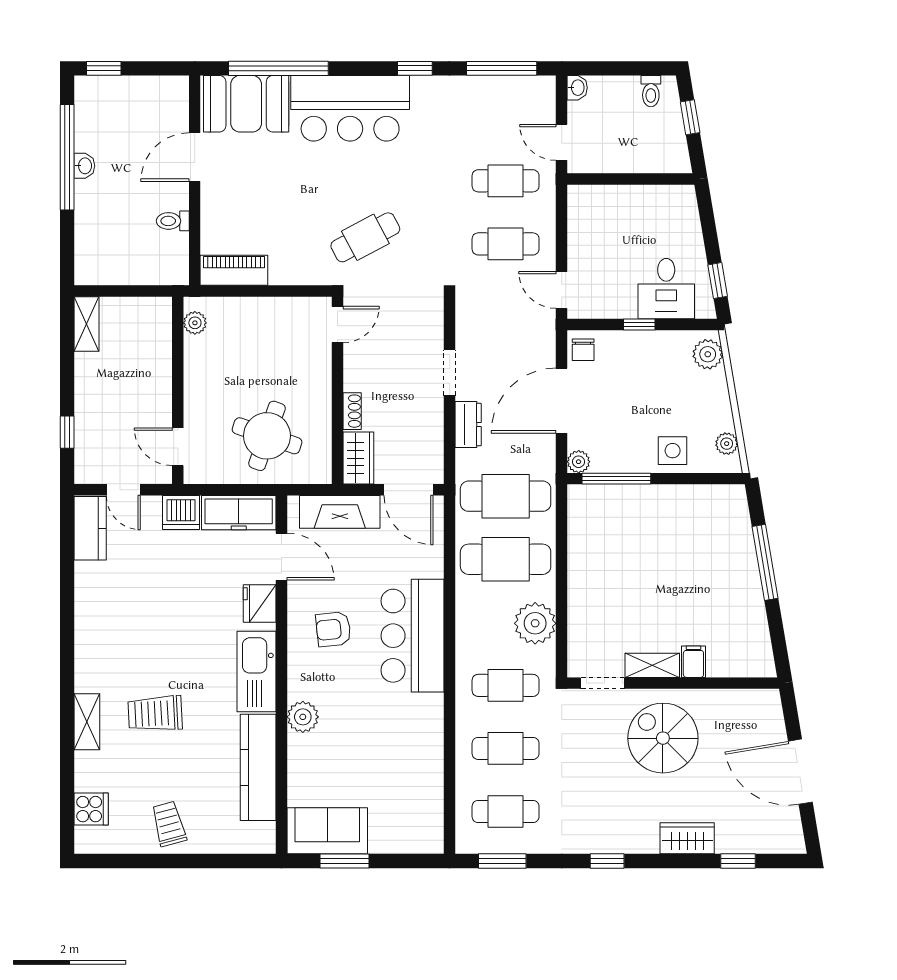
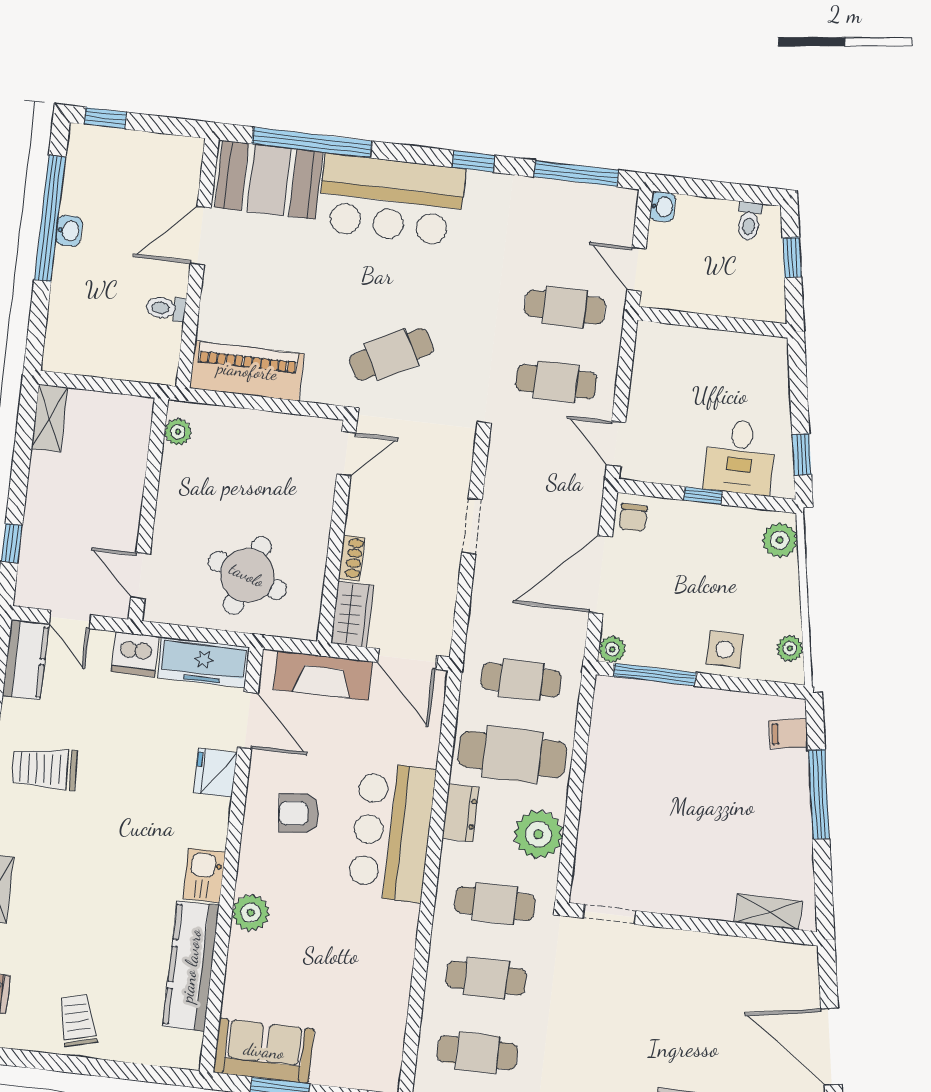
piano: (234, 270) -> (247, 371), width x1.37, depth x1.33
dresser: (468, 425) -> (461, 813), moved
cafe table: (506, 496) -> (521, 680), width x0.73, depth x0.74
filing cabinet: (693, 662) -> (788, 734), moved, turned -100
shelving: (652, 665) -> (769, 912), moved
kitchen sink: (257, 672) -> (204, 875), width x0.53, depth x0.81
trolley: (155, 713) -> (44, 769), moved
spiral stairs: (663, 738) -> (674, 988), removed

